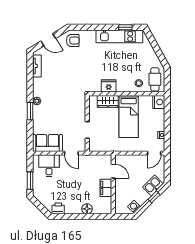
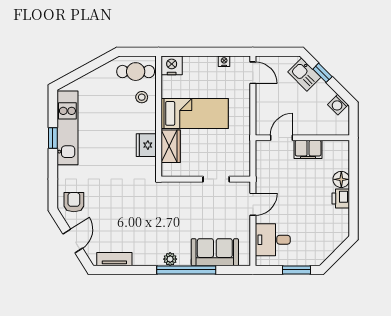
window: (125, 27) -> (53, 138), moved
window: (30, 111) -> (186, 270), width x2.11
sofa: (47, 143) -> (215, 252), moved, turned 90
printer: (58, 208) -> (341, 198), moved

